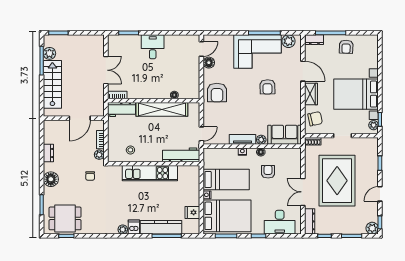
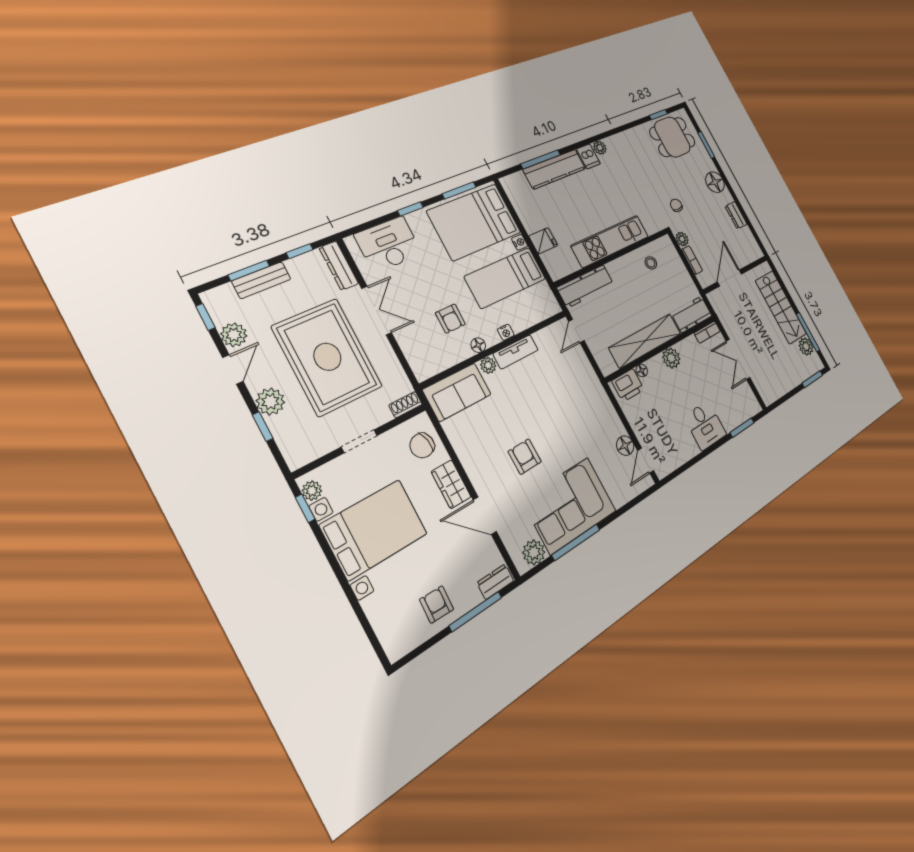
plant: (151, 92) -> (671, 358), added
printer: (188, 92) -> (628, 385), added
armchair: (217, 93) -> (590, 406), removed
plant: (371, 172) -> (270, 402), added
fridge: (192, 212) -> (543, 241), moved
plant: (372, 228) -> (234, 335), moved
bench: (348, 229) -> (261, 280), added

